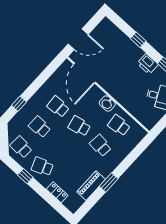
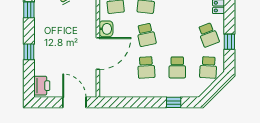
printer: (148, 64) -> (42, 86), moved
door: (85, 73) -> (98, 54), moved

